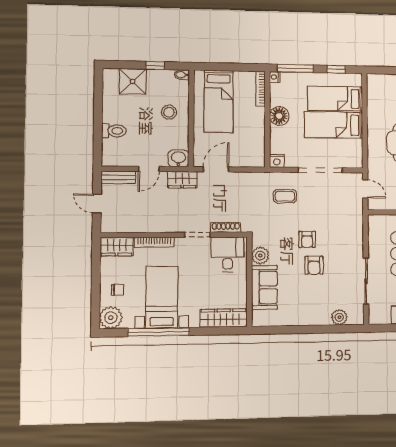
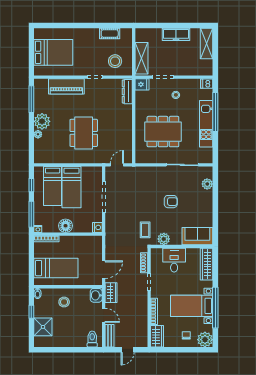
toilet: (114, 131) -> (92, 339), moved
door: (216, 169) -> (104, 270), swing flipped
coffee table: (285, 196) -> (145, 230), moved
armchair: (307, 239) -> (153, 206), removed
desk: (228, 254) -> (174, 260), moved, turned 90
sofa: (264, 287) -> (197, 236), moved

